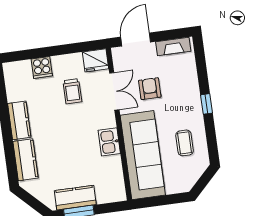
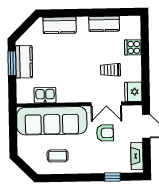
window: (206, 104) -> (112, 177), moved
kitchen counter: (19, 120) -> (104, 24), moved
kitchen sink: (109, 142) -> (45, 95), moved

